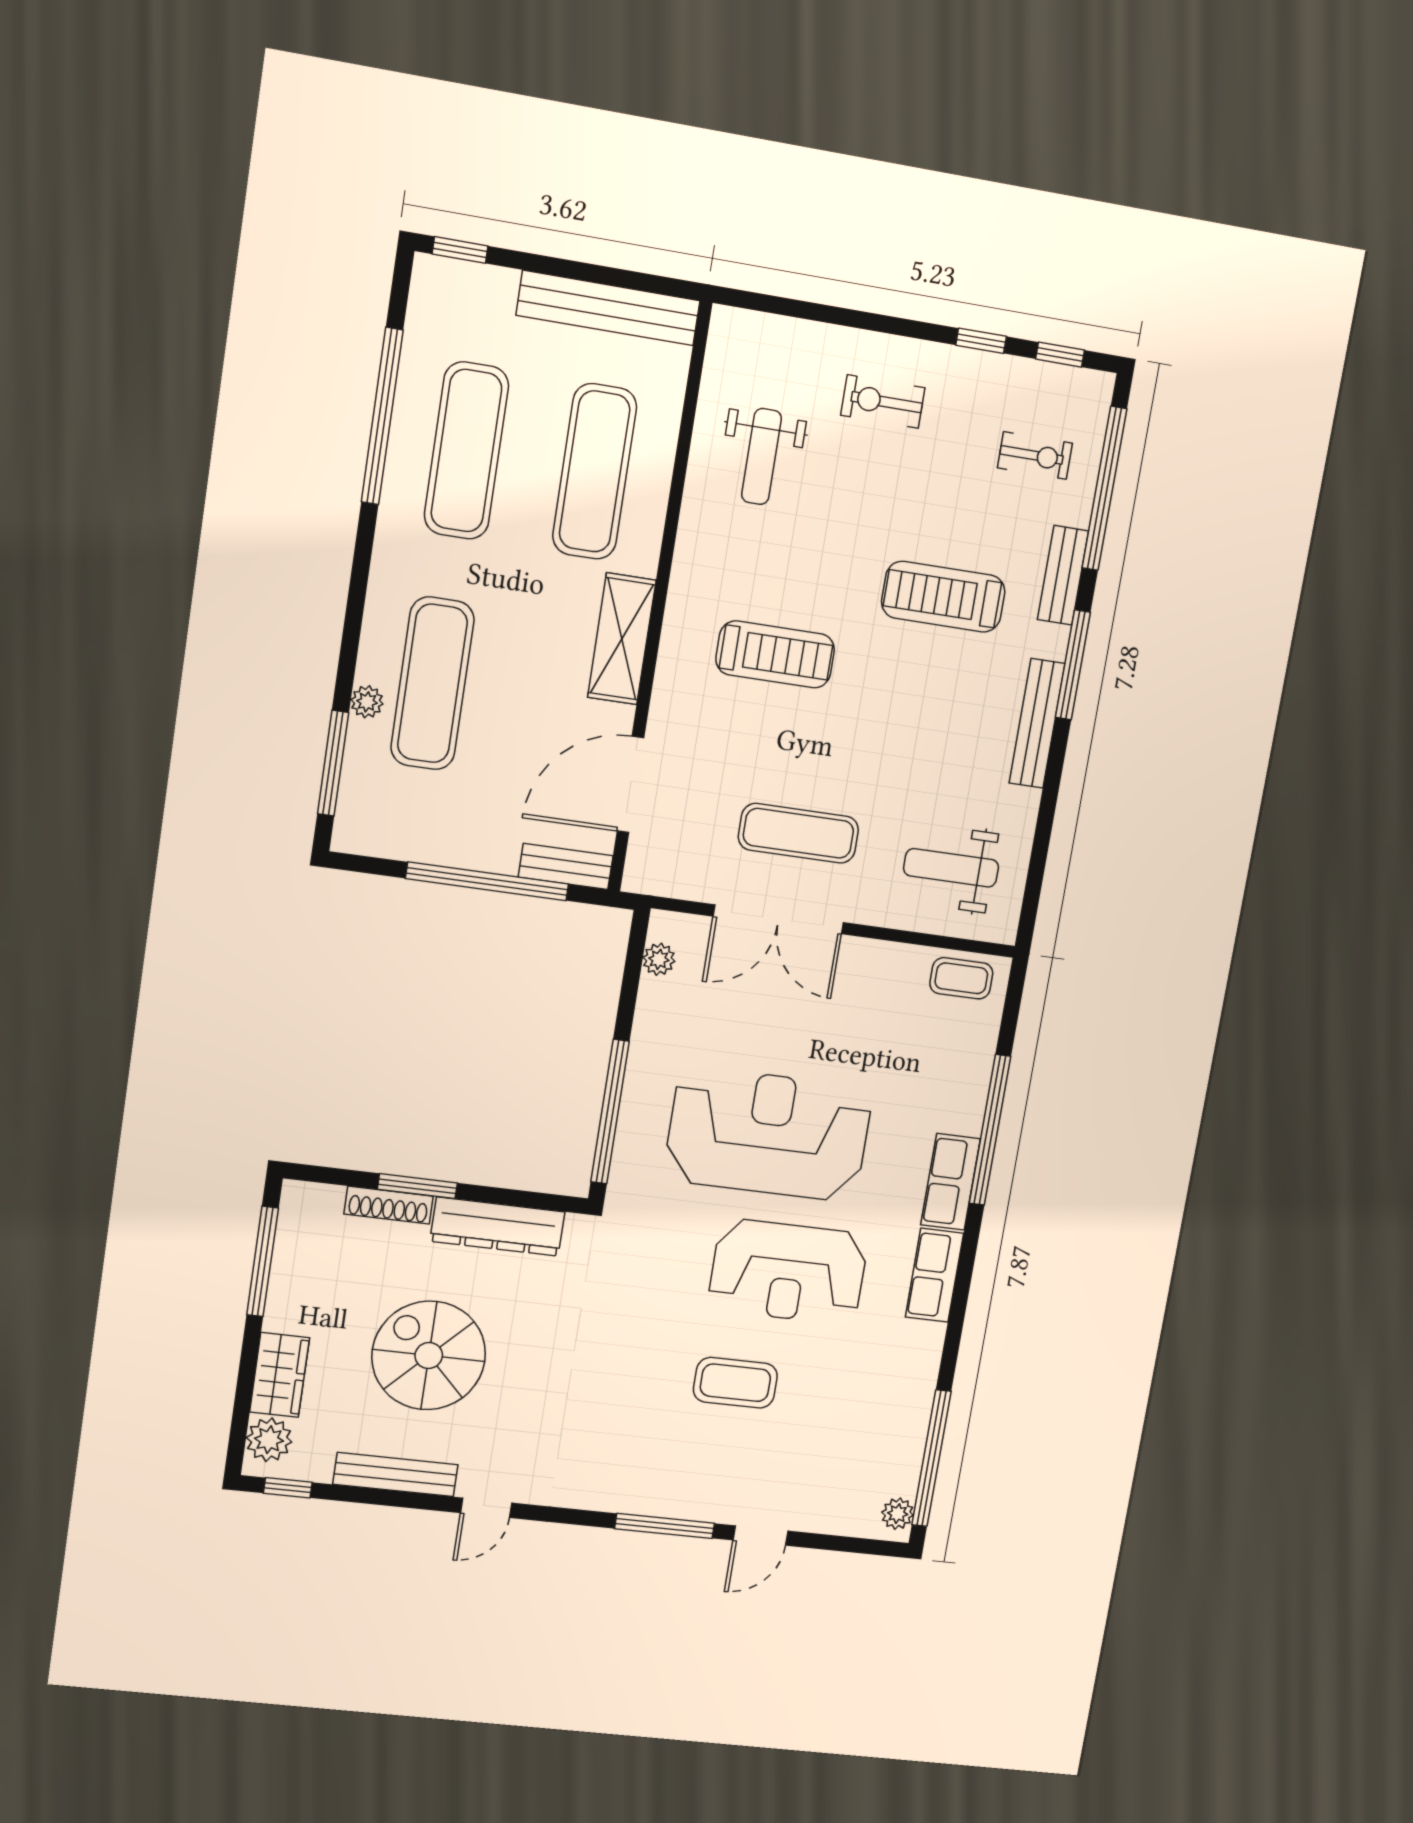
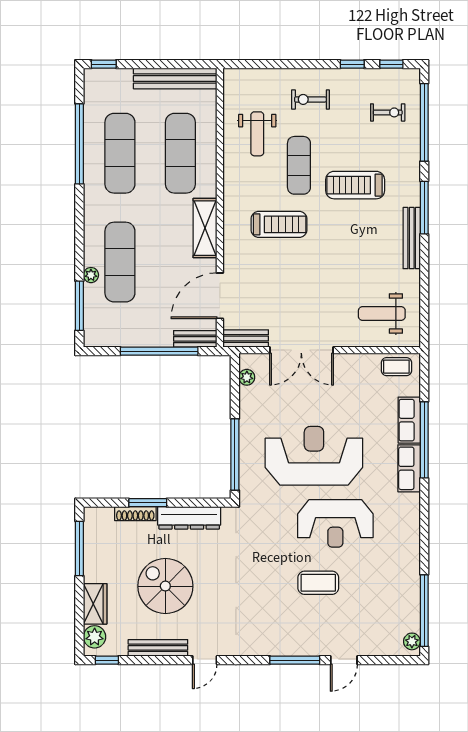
bench: (1063, 575) -> (246, 338), moved, turned 90
exercise mat: (798, 833) -> (299, 165), moved, turned 90
row of seats: (934, 1275) -> (409, 420), moved

